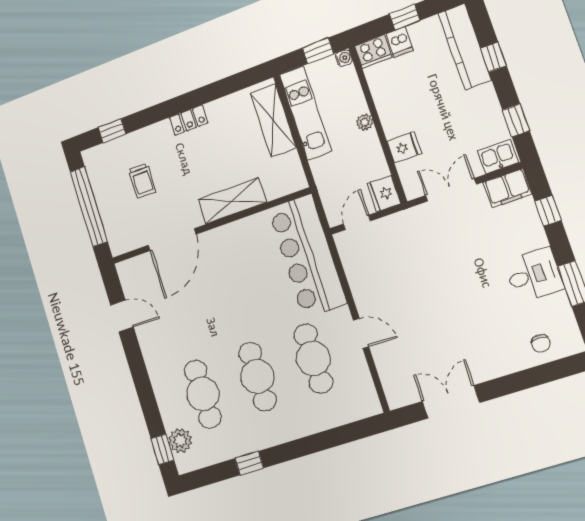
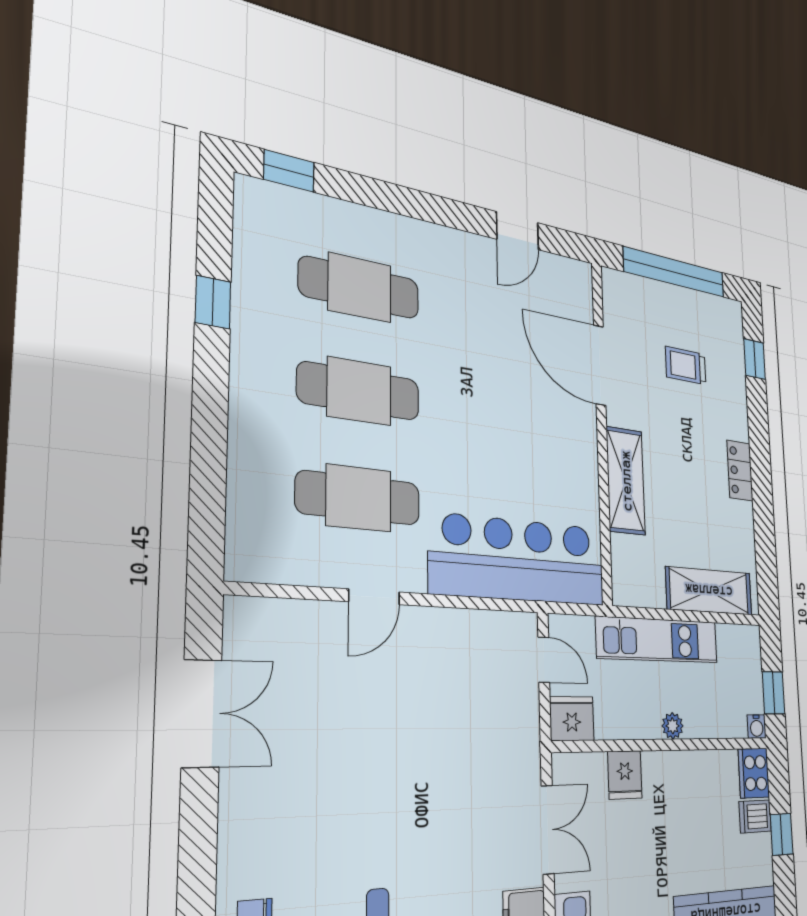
kitchen unit: (305, 113) -> (658, 640), moved
plant: (180, 441) -> (294, 208), removed

